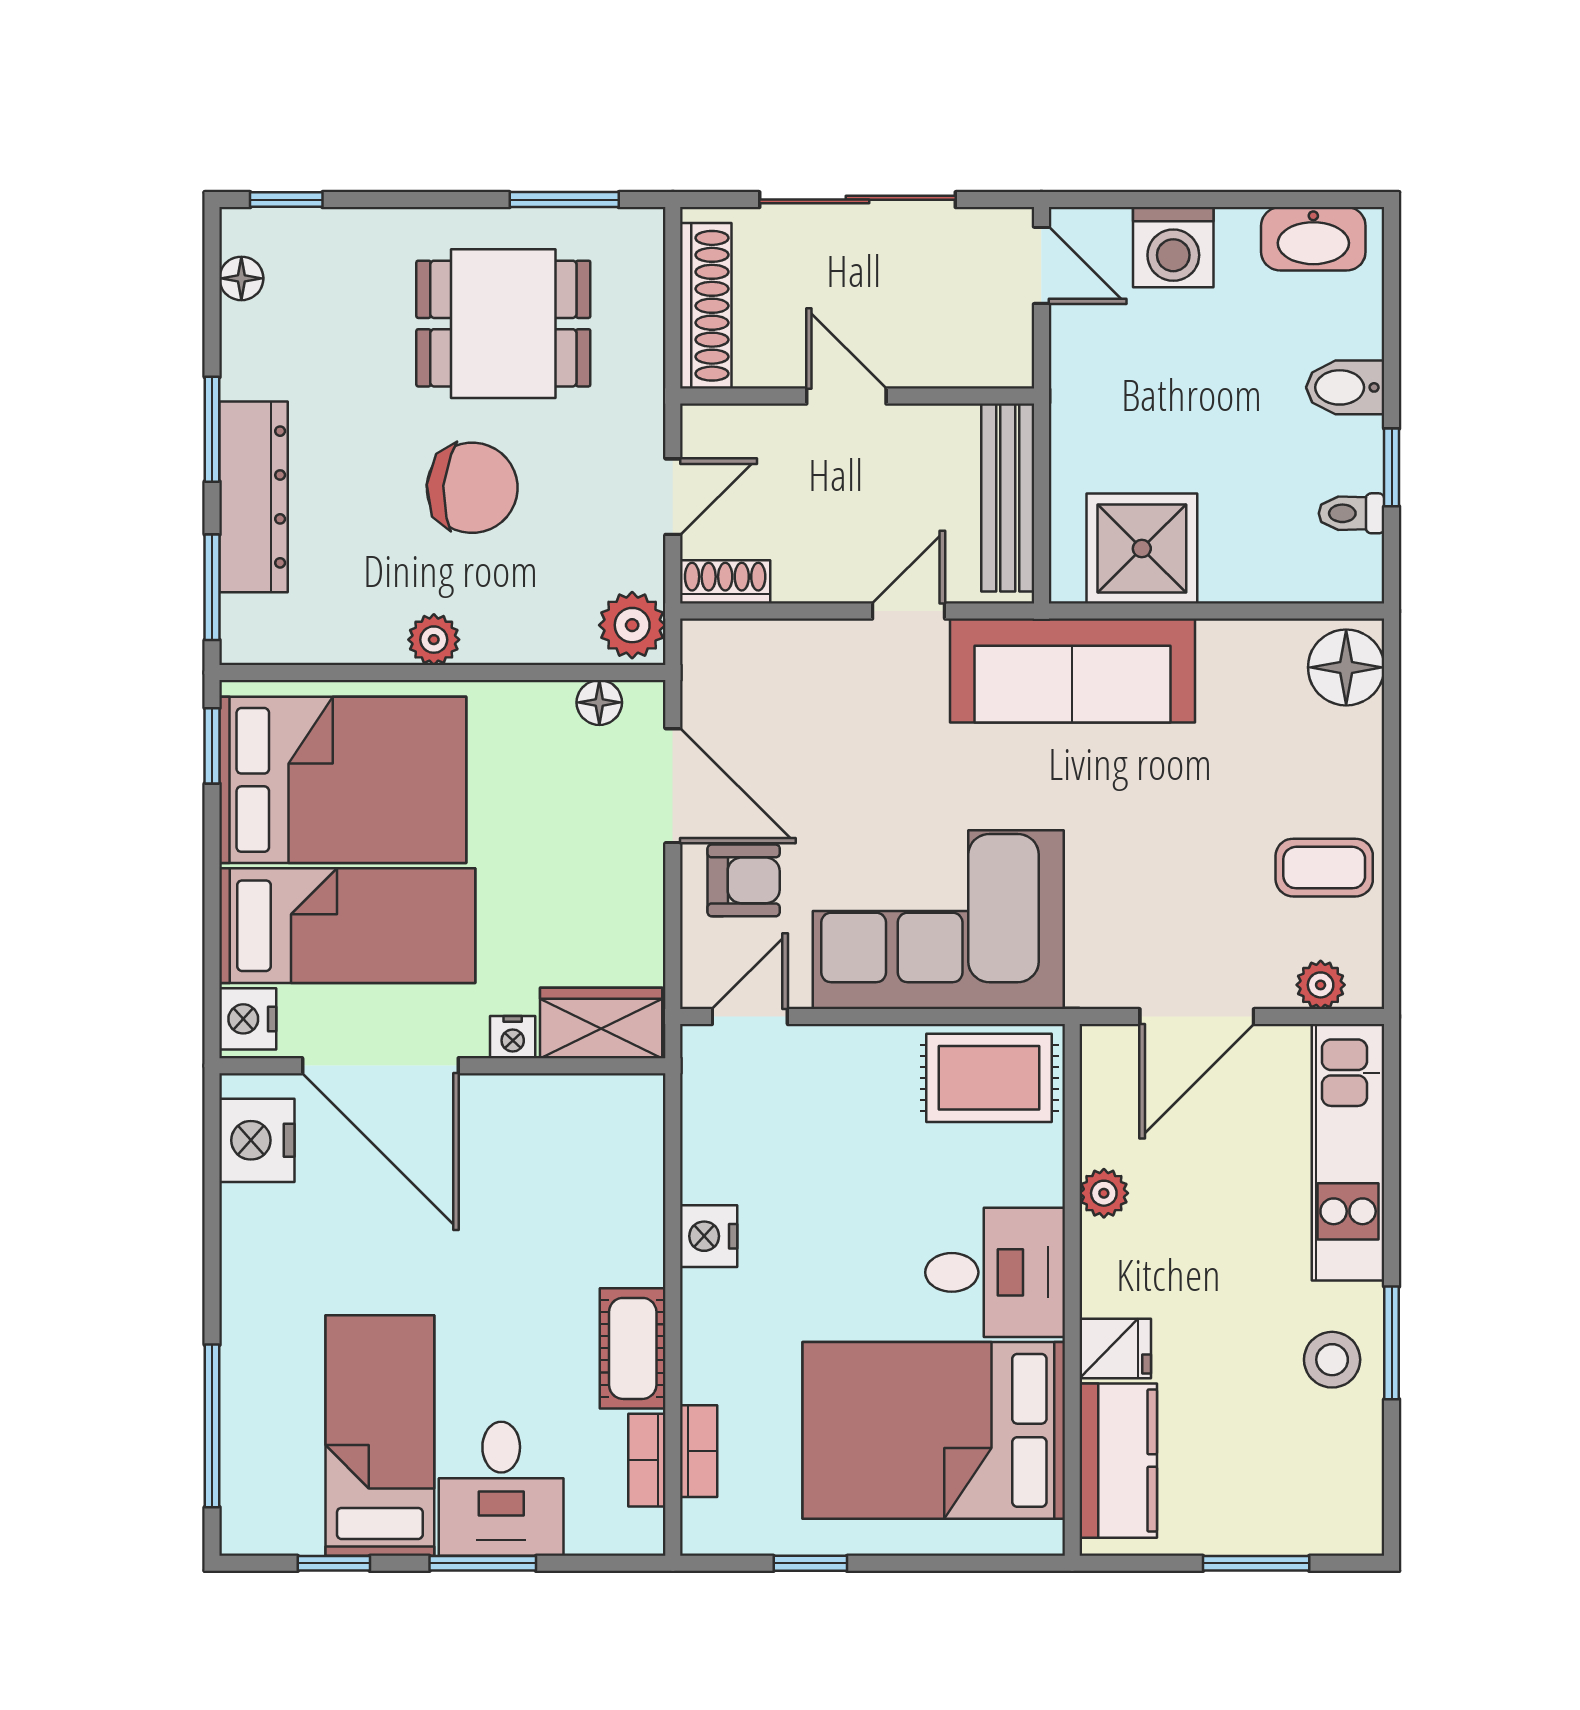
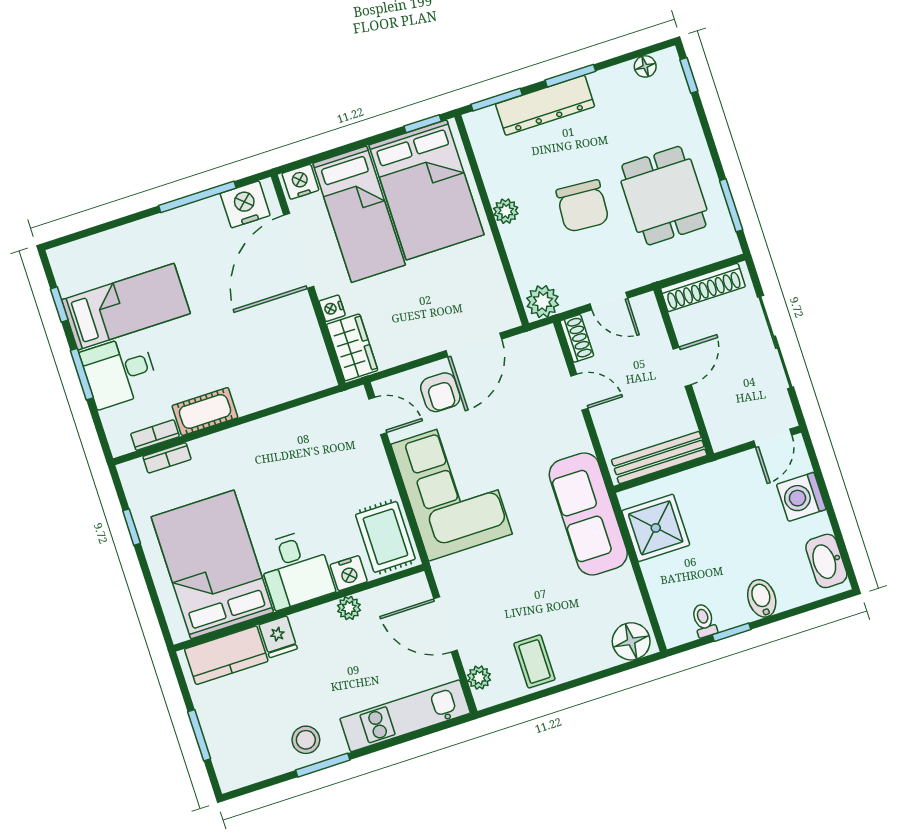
door: (909, 611) -> (579, 392), moved
floor lamp: (599, 702) -> (502, 298), removed
nightstand: (709, 1236) -> (349, 573), moved, turned 180
window: (212, 1426) -> (197, 197), moved

